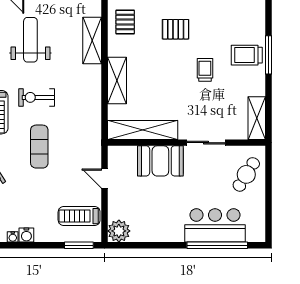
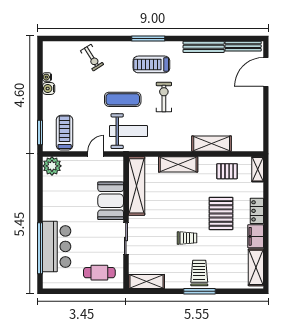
pallet: (176, 29) -> (221, 213), width x1.50, depth x1.42
weight bench: (30, 40) -> (128, 131), moved
cafe table: (246, 174) -> (99, 273), turned -32

